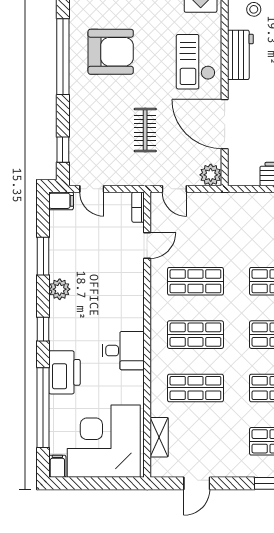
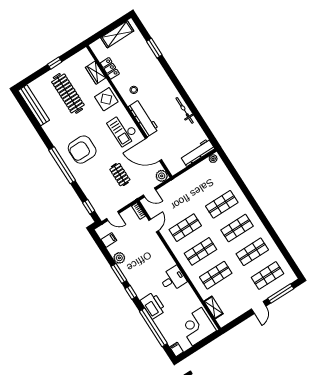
armchair: (111, 52) -> (82, 150), turned 180
workbench: (240, 55) -> (143, 118), width x1.38
filing cabinet: (61, 201) -> (109, 240), moved
window: (43, 256) -> (119, 273), moved
plant: (60, 289) -> (119, 258), moved
corner desk: (104, 441) -> (197, 327), width x0.74, depth x0.74
door: (197, 483) -> (259, 308), moved

